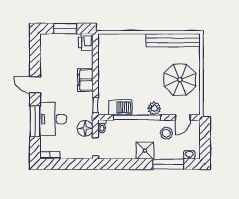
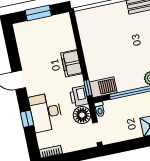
printer: (86, 42) -> (79, 96), moved
barbecue: (120, 107) -> (103, 87), moved
window: (35, 121) -> (27, 119), width x0.46

